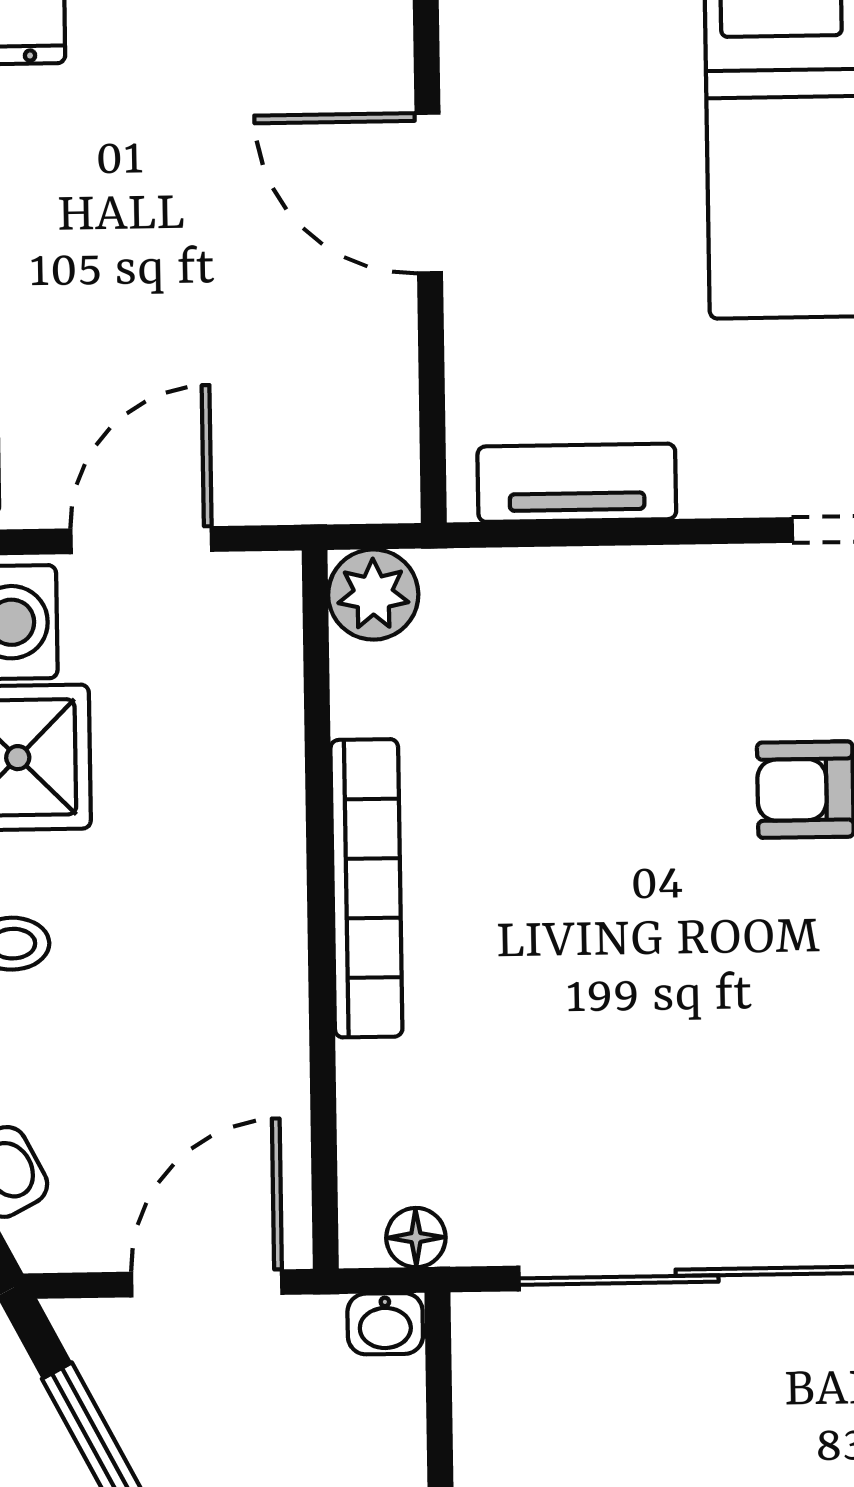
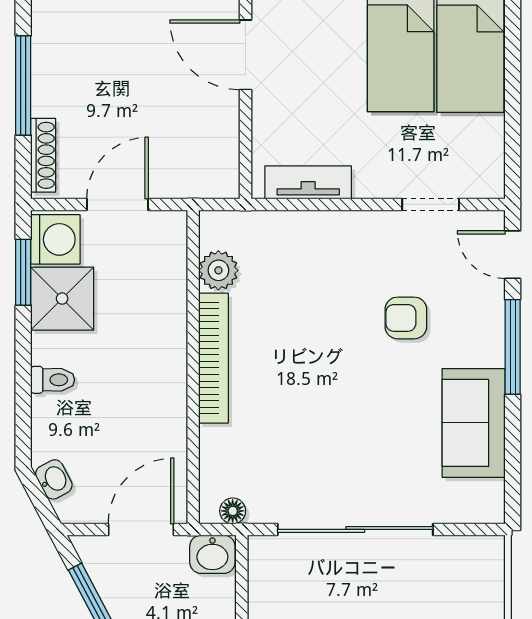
plant: (373, 595) -> (218, 270), moved
washbasin: (385, 1324) -> (212, 554), width x1.38, depth x1.45

